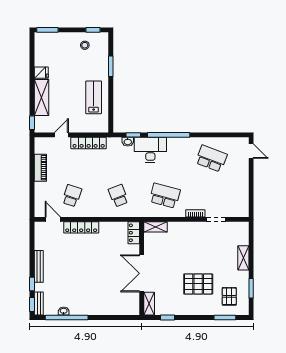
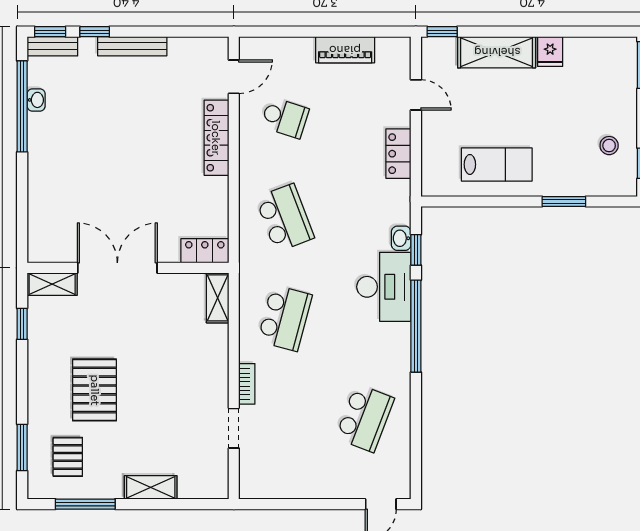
locker: (89, 143) -> (398, 154), width x0.66
school desk: (118, 196) -> (285, 218), width x1.85
window: (251, 288) -> (85, 504), width x1.44
pallet: (229, 296) -> (68, 457), turned 90

